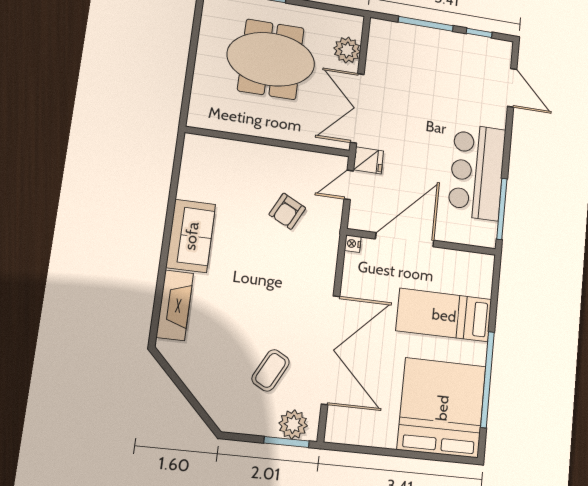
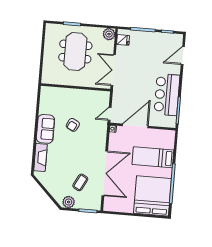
plant: (347, 50) -> (109, 34), moved
meeting table: (271, 59) -> (75, 51), turned 90
door: (512, 88) -> (183, 56), swing flipped
fridge: (368, 160) -> (123, 40), moved
door: (349, 185) -> (110, 114), moved
armchair: (287, 211) -> (73, 125), moved
plant: (293, 424) -> (69, 202), moved

